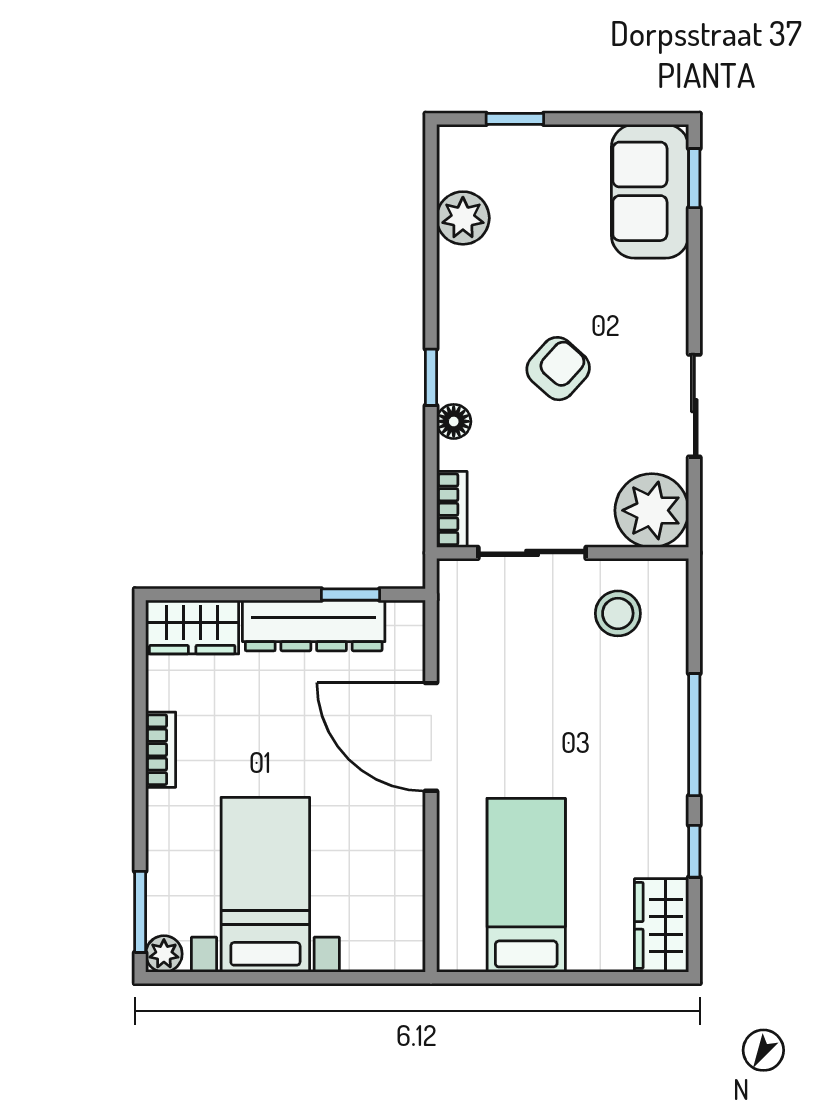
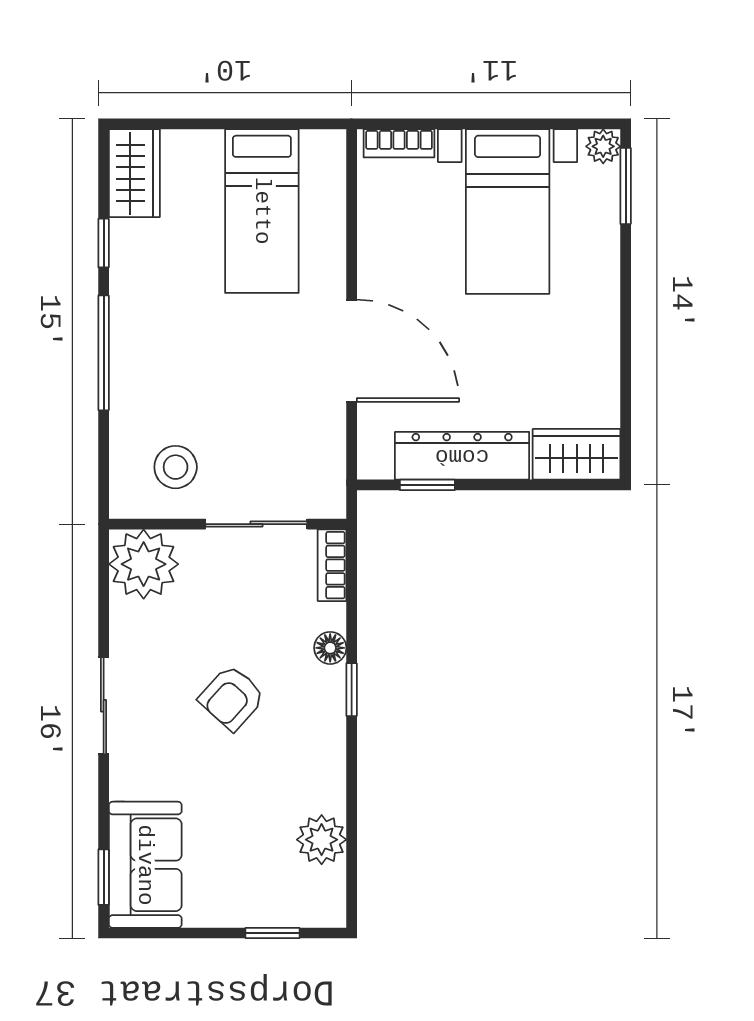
sliding door: (694, 406) -> (104, 706), moved
bookcase: (161, 750) -> (399, 143), moved, turned -90

